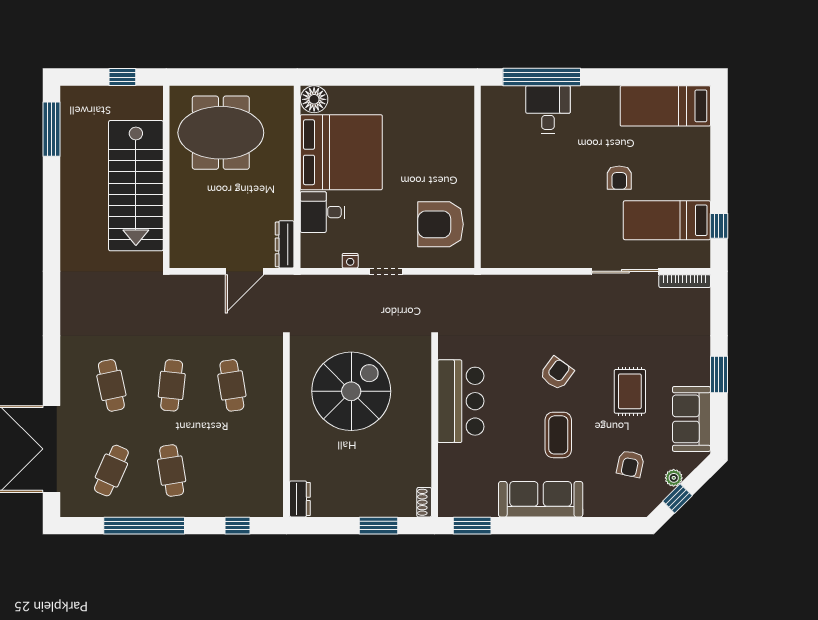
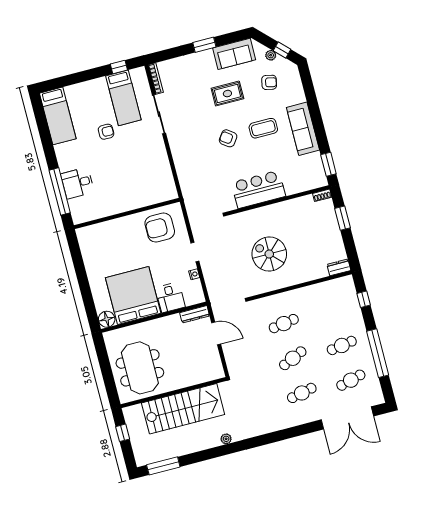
armchair: (441, 224) -> (160, 228), turned 90
plant: (69, 243) -> (226, 439), added
cafe table: (172, 385) -> (293, 358), turned -30
spiral stairs: (351, 391) -> (269, 254), width x0.73, depth x0.73
cafe table: (111, 471) -> (351, 380), turned -39

